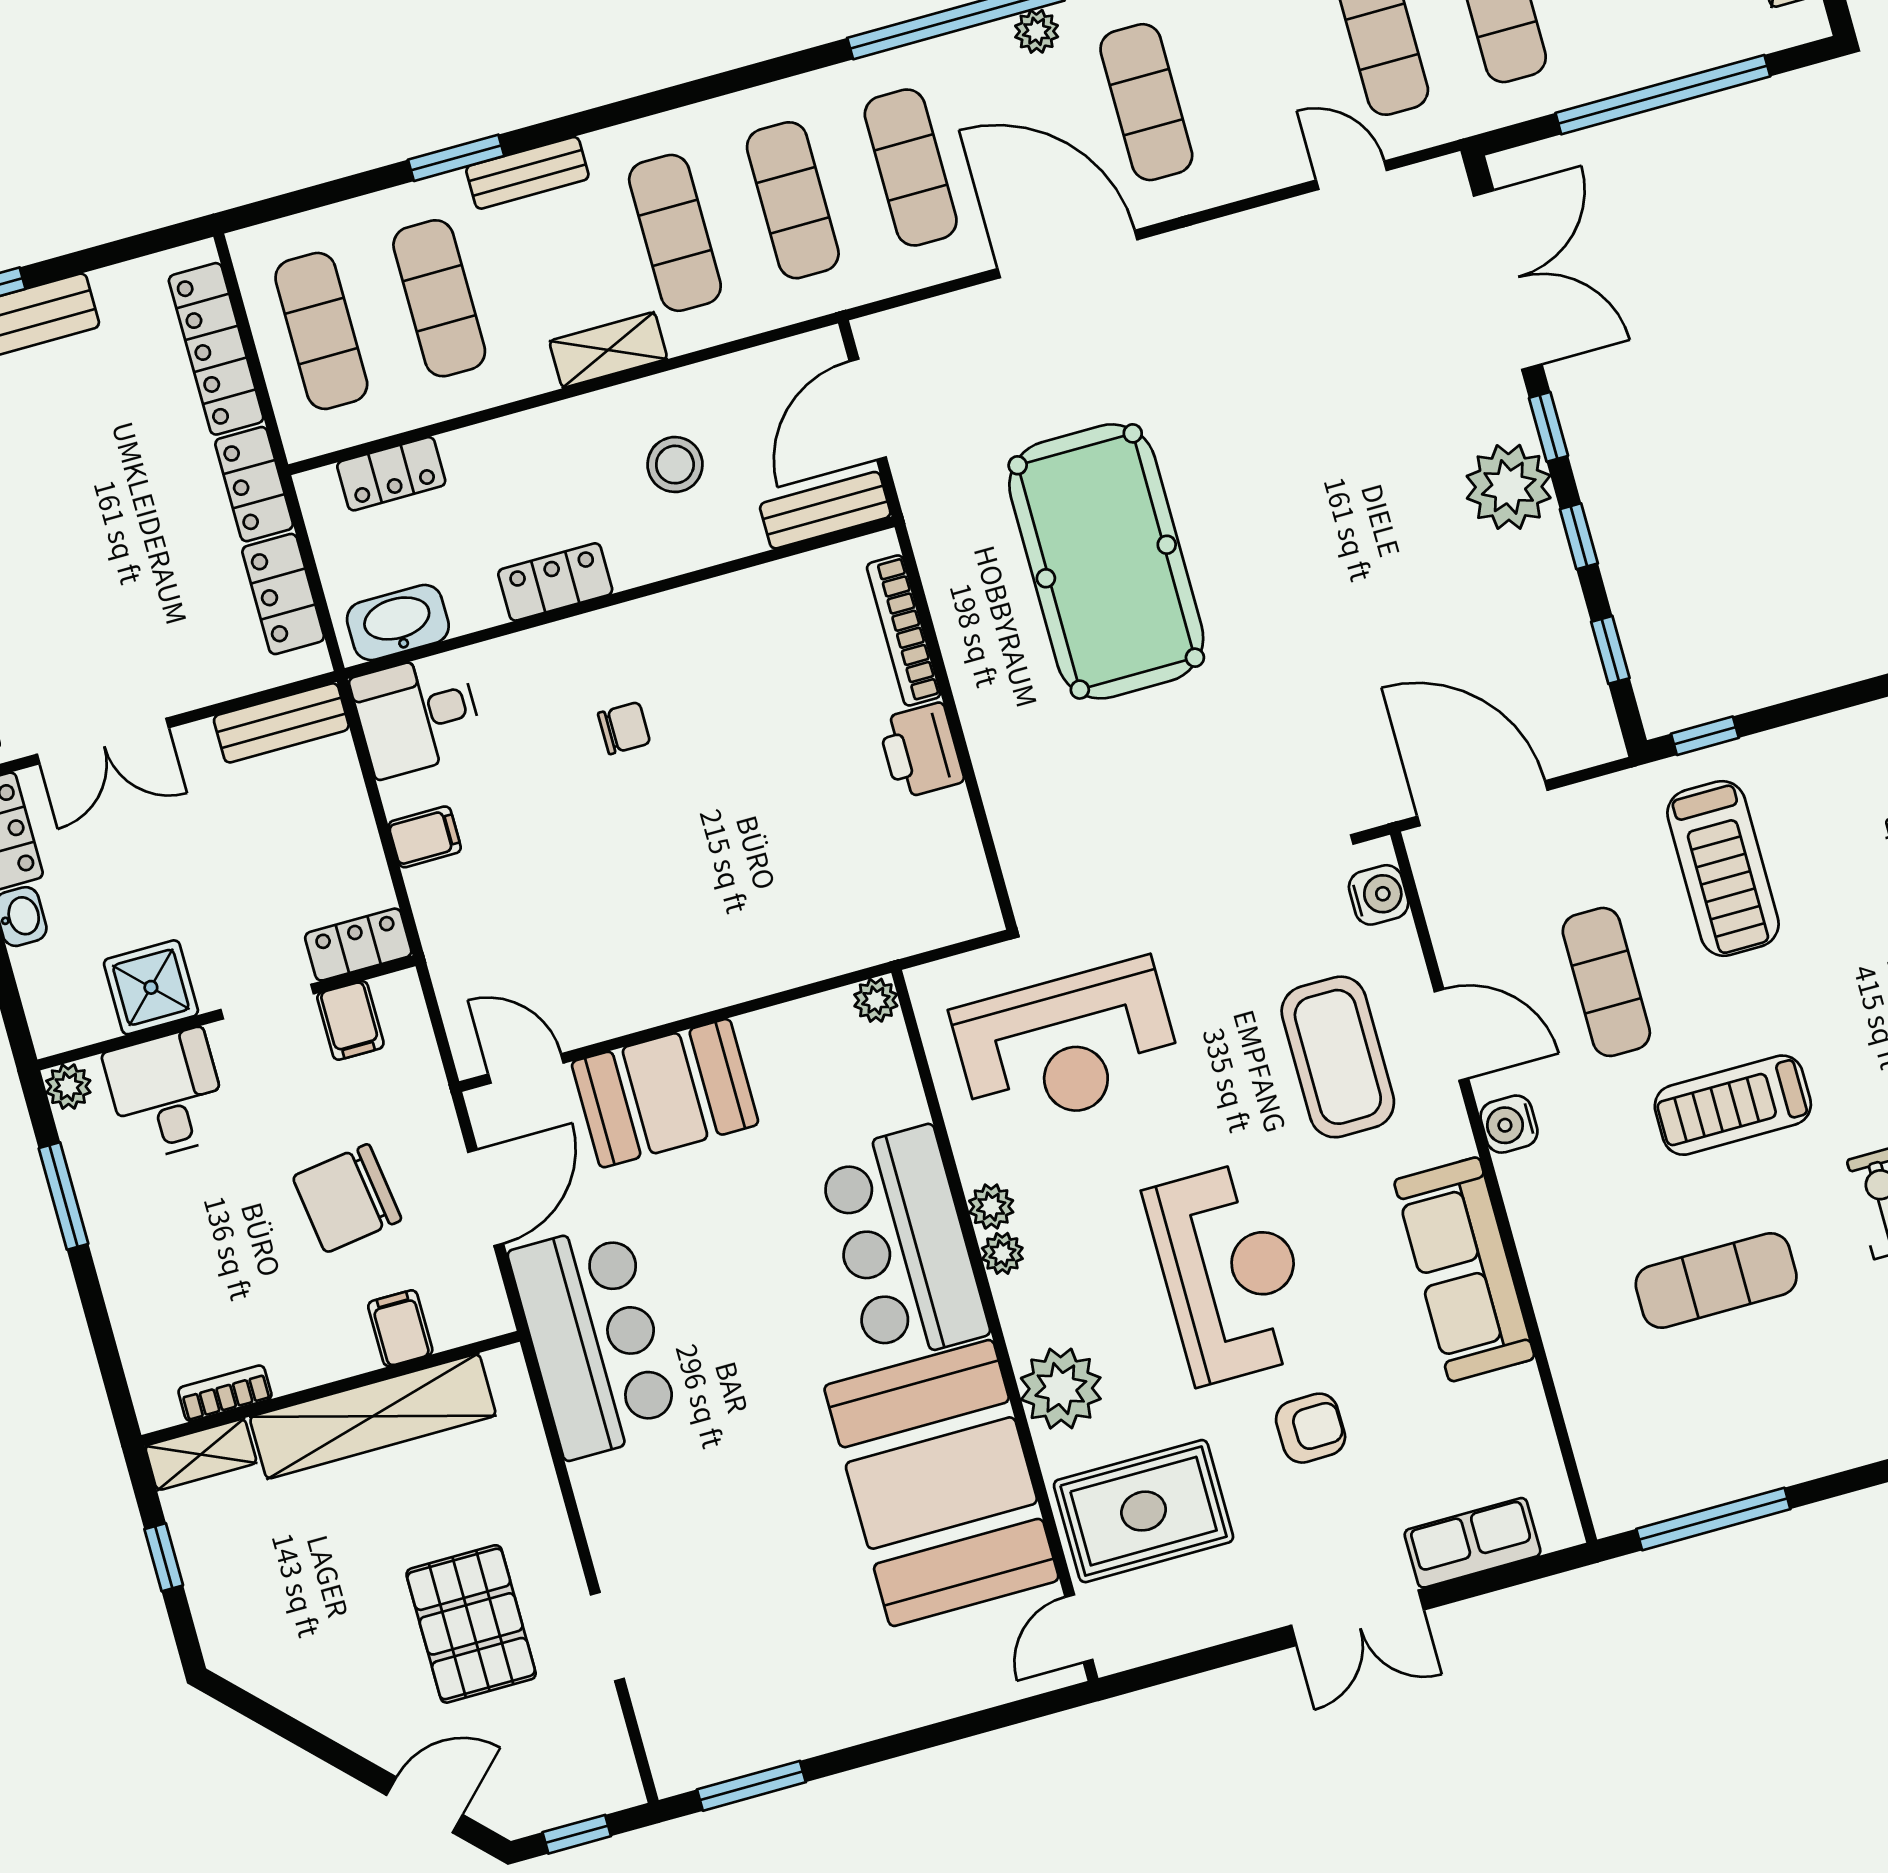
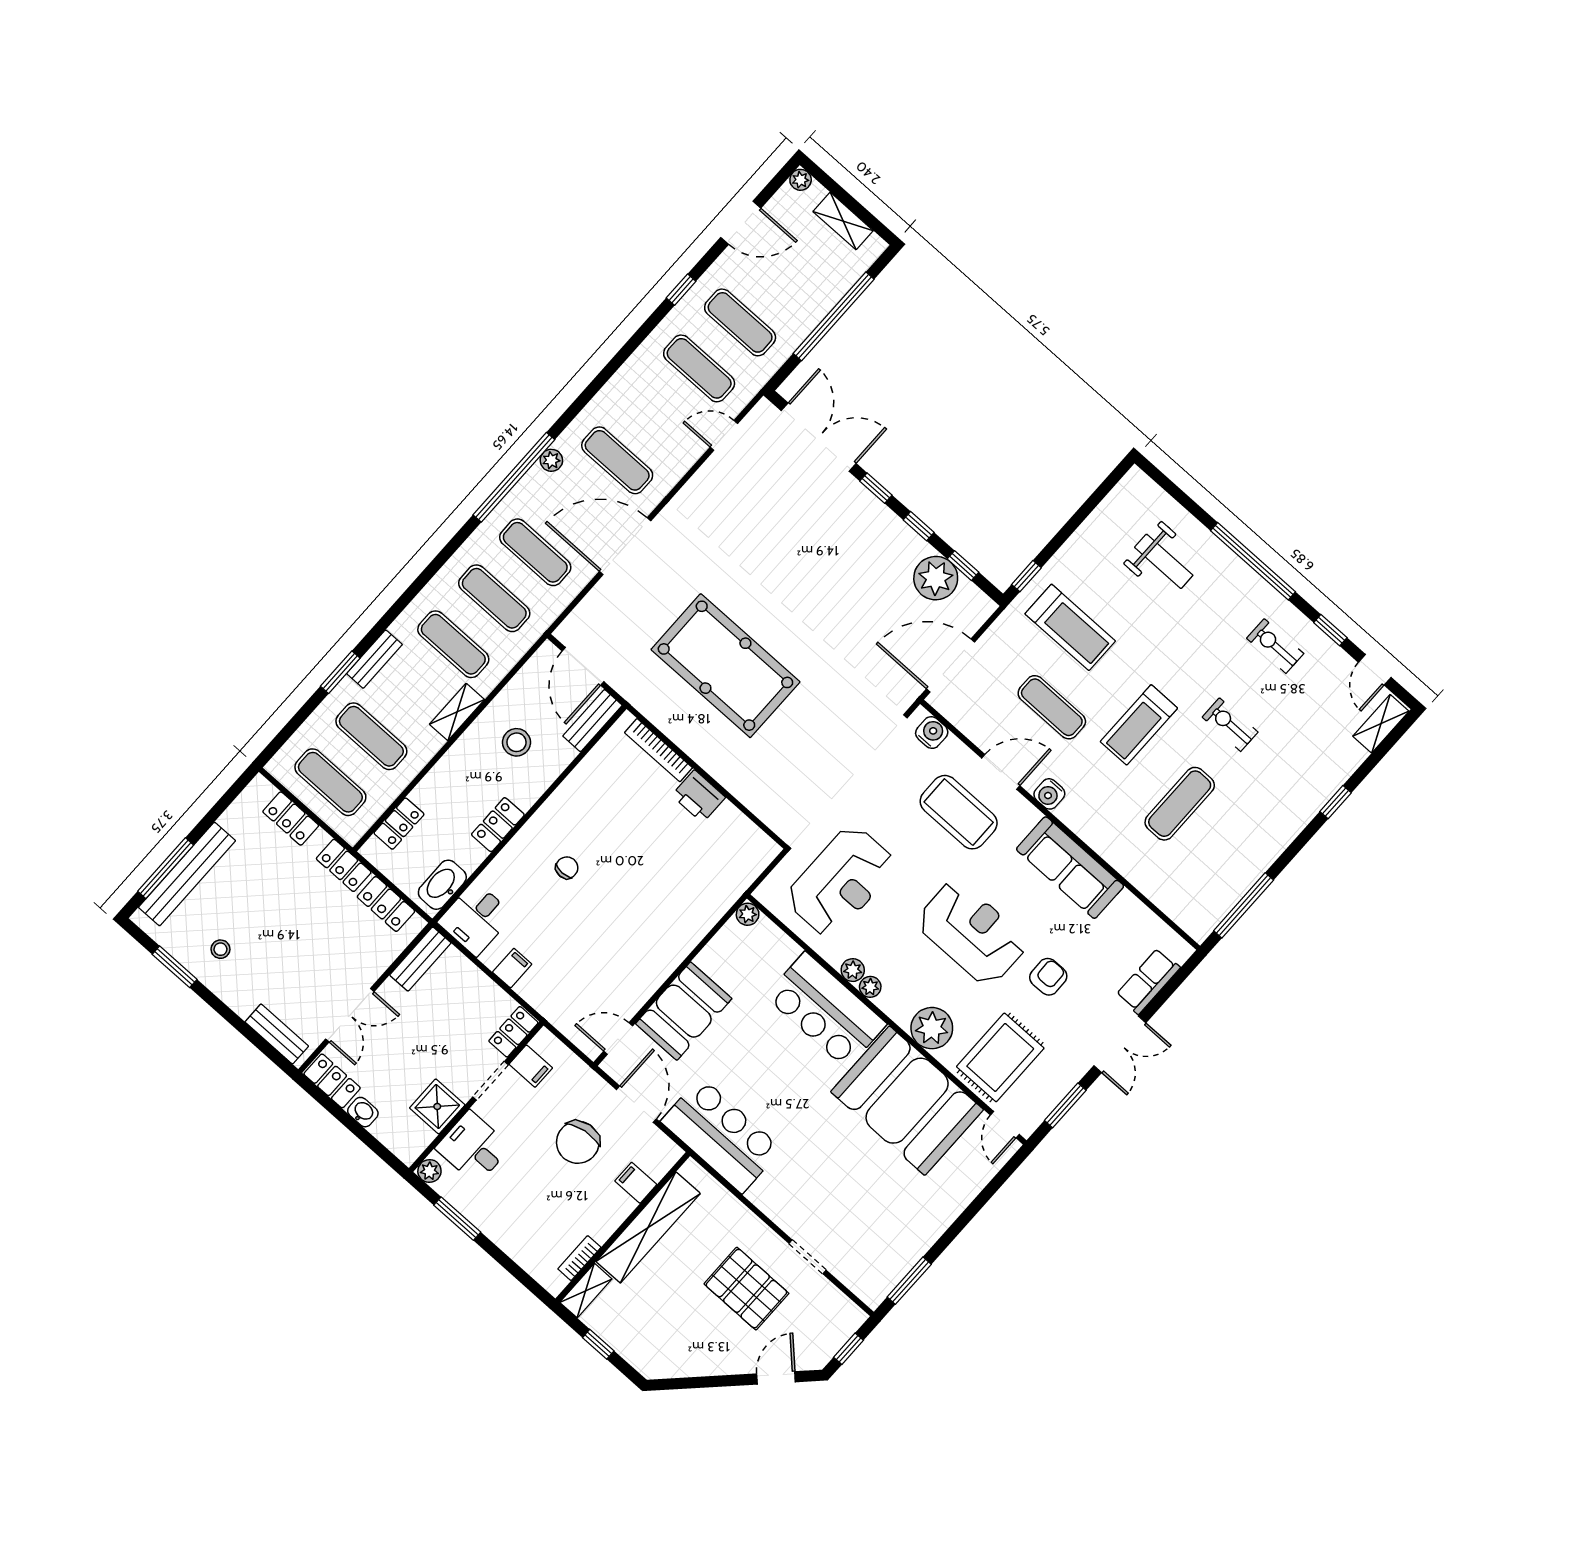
locker: (216, 349) -> (291, 819), width x0.66
plant: (1509, 487) -> (936, 578), moved
window: (1200, 1661) -> (1065, 1105), added

